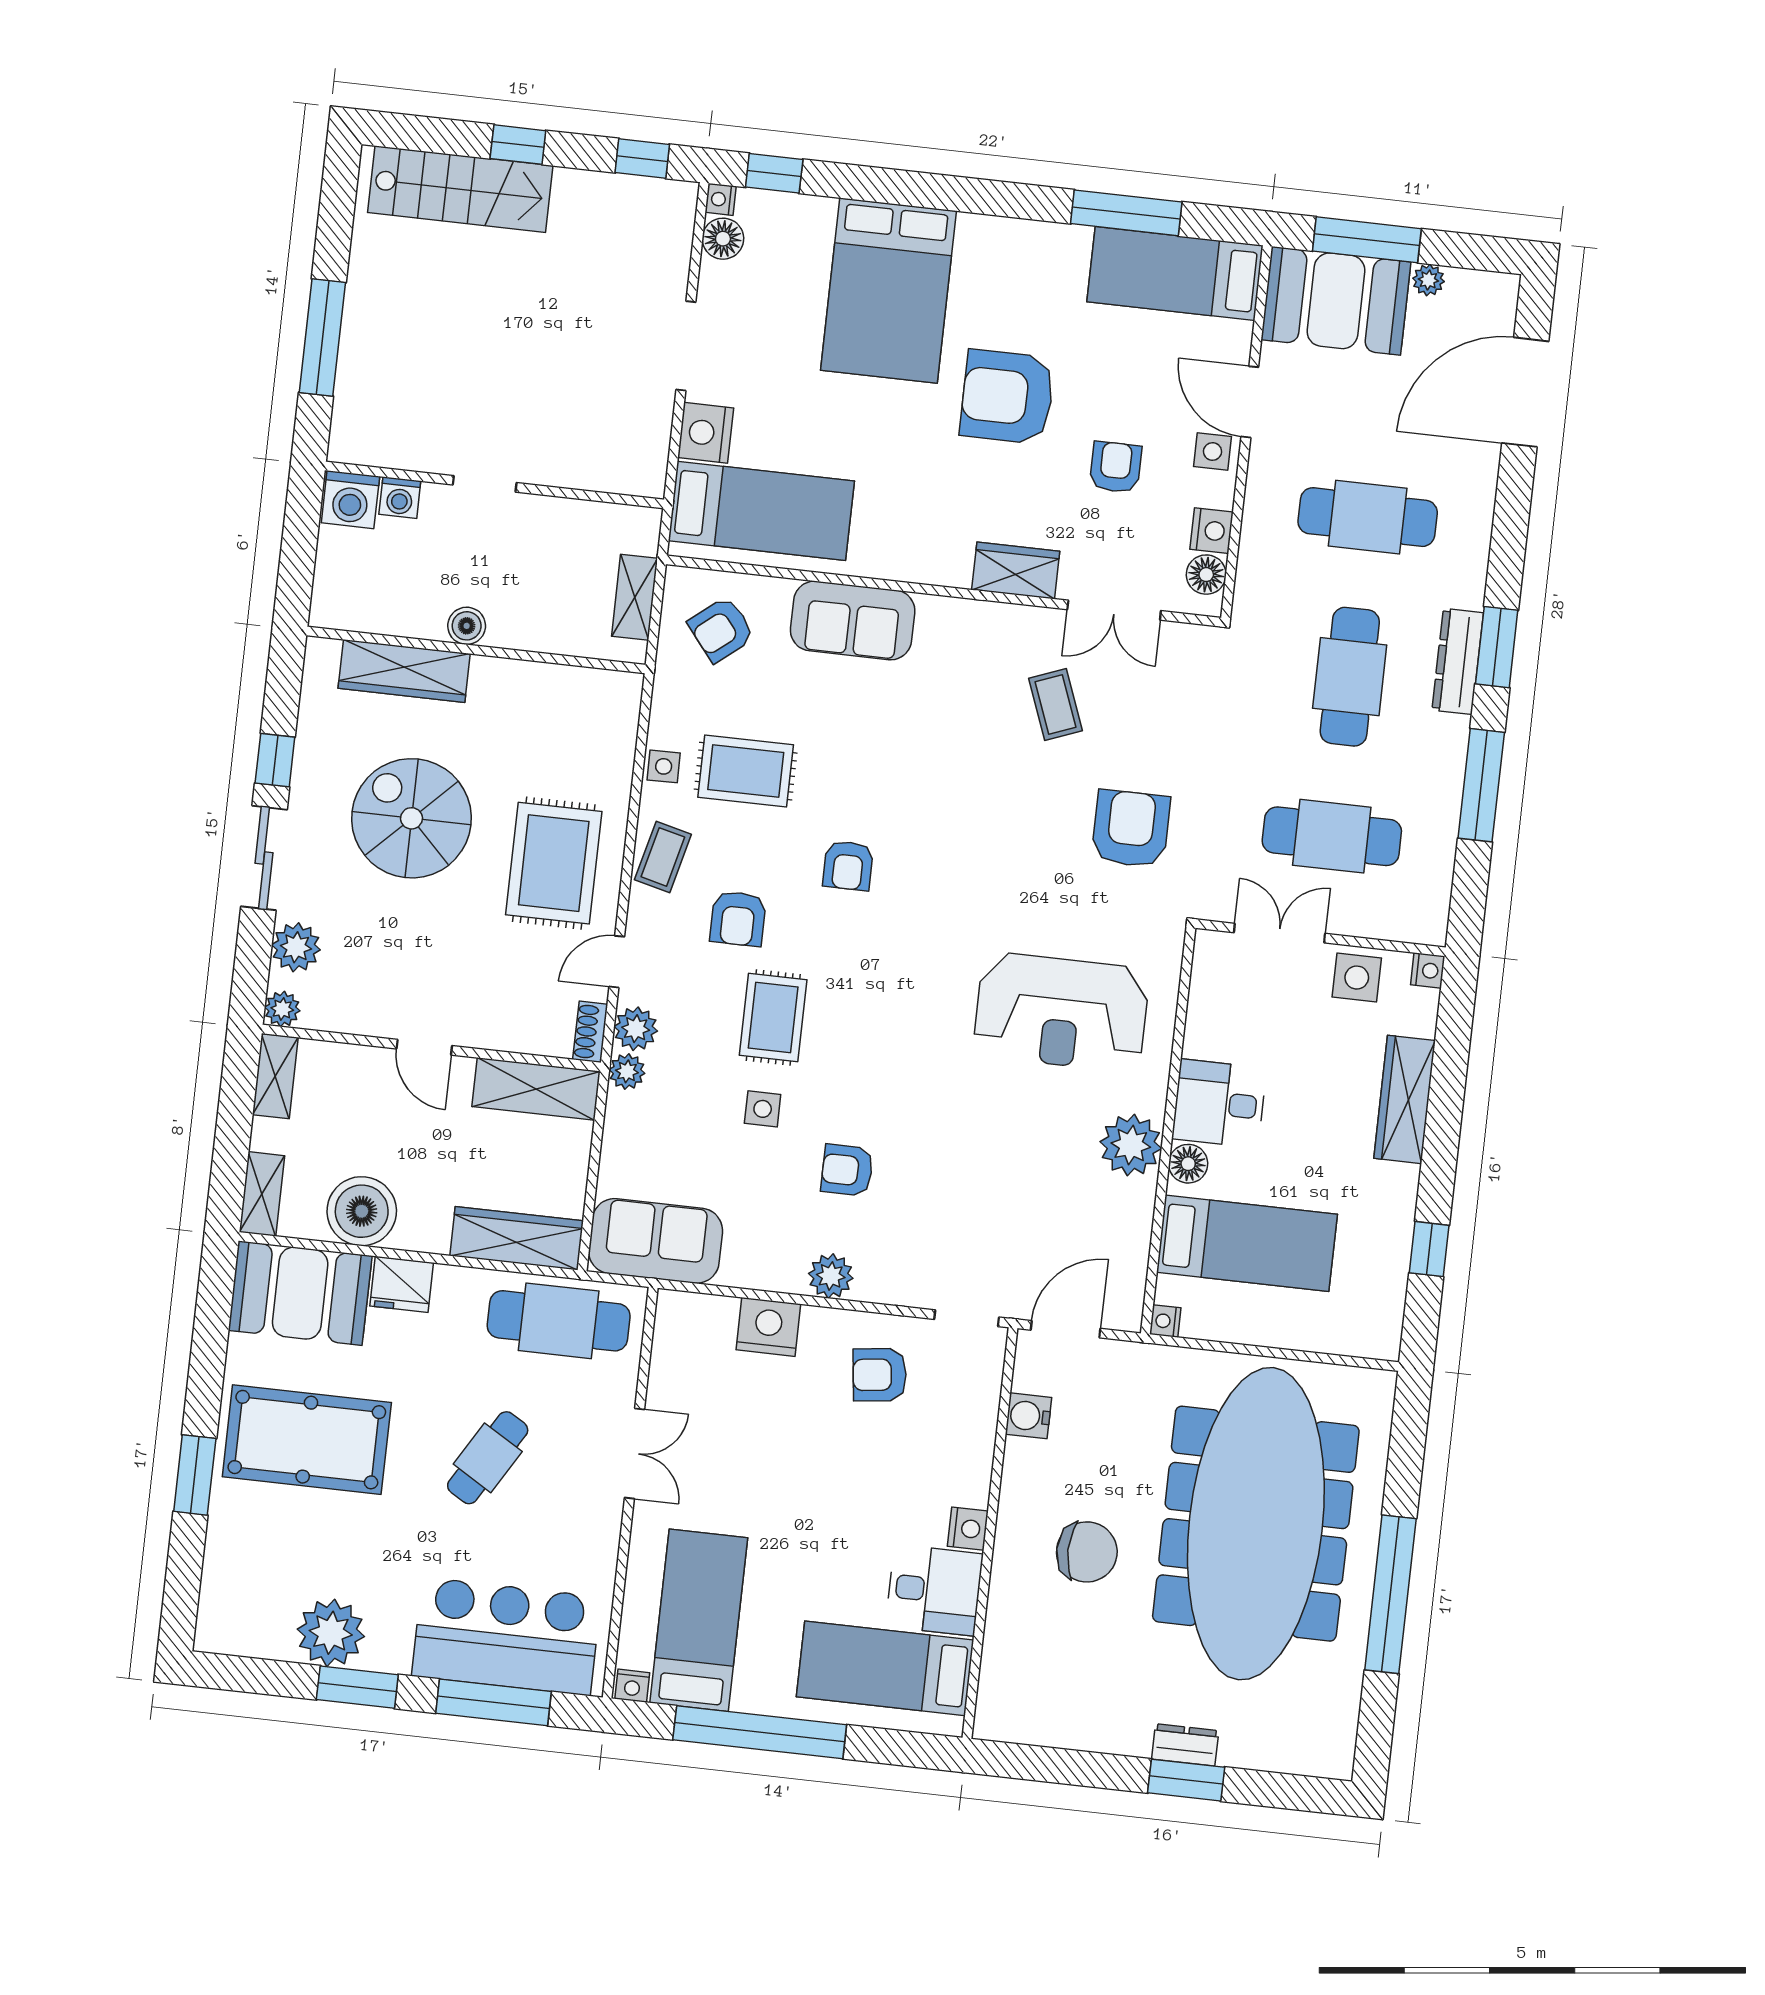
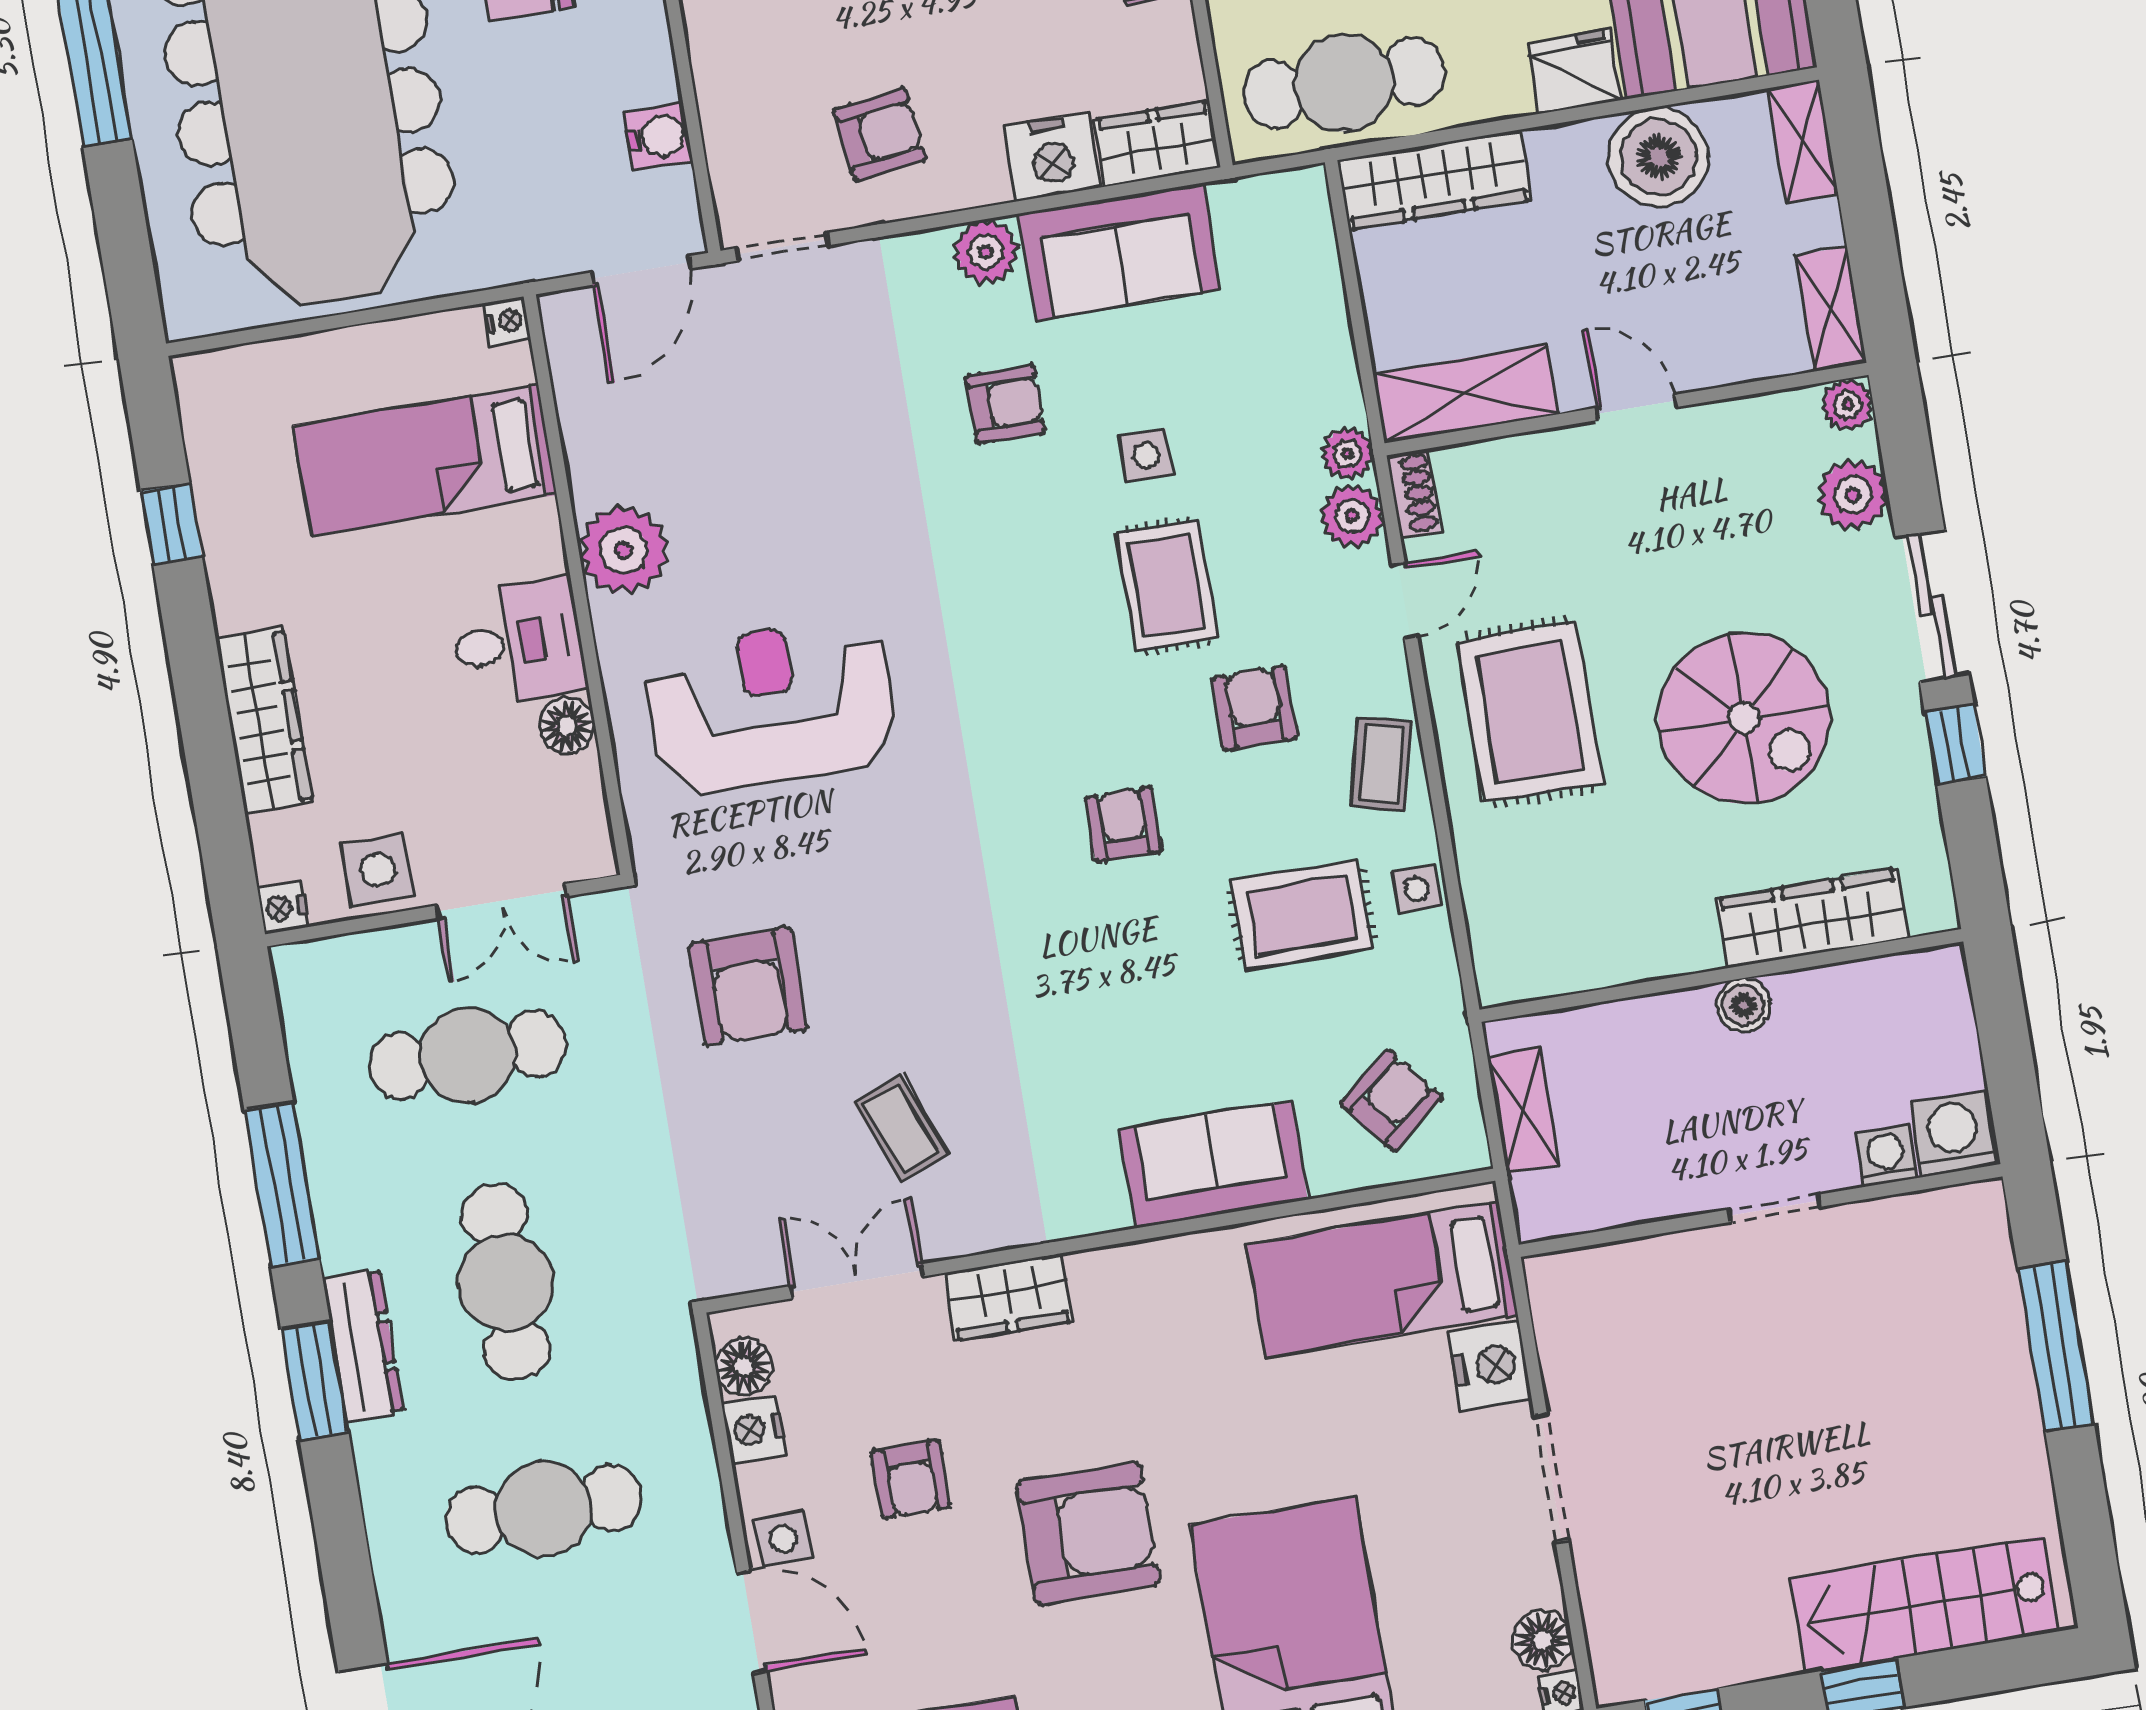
floor lamp: (1188, 1164) -> (567, 726), moved
sofa: (656, 1241) -> (1119, 252), moved
wardrobe: (695, 1316) -> (1157, 143), added

